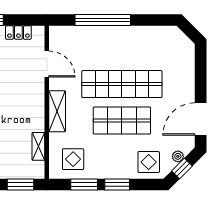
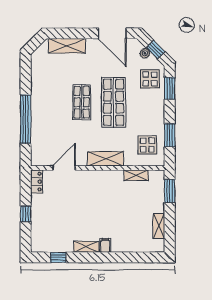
locker: (18, 33) -> (37, 182), moved
shelving: (186, 67) -> (67, 46), added
shop shelf: (122, 84) -> (82, 102), width x0.50, depth x0.74
window: (117, 185) -> (170, 88), moved

